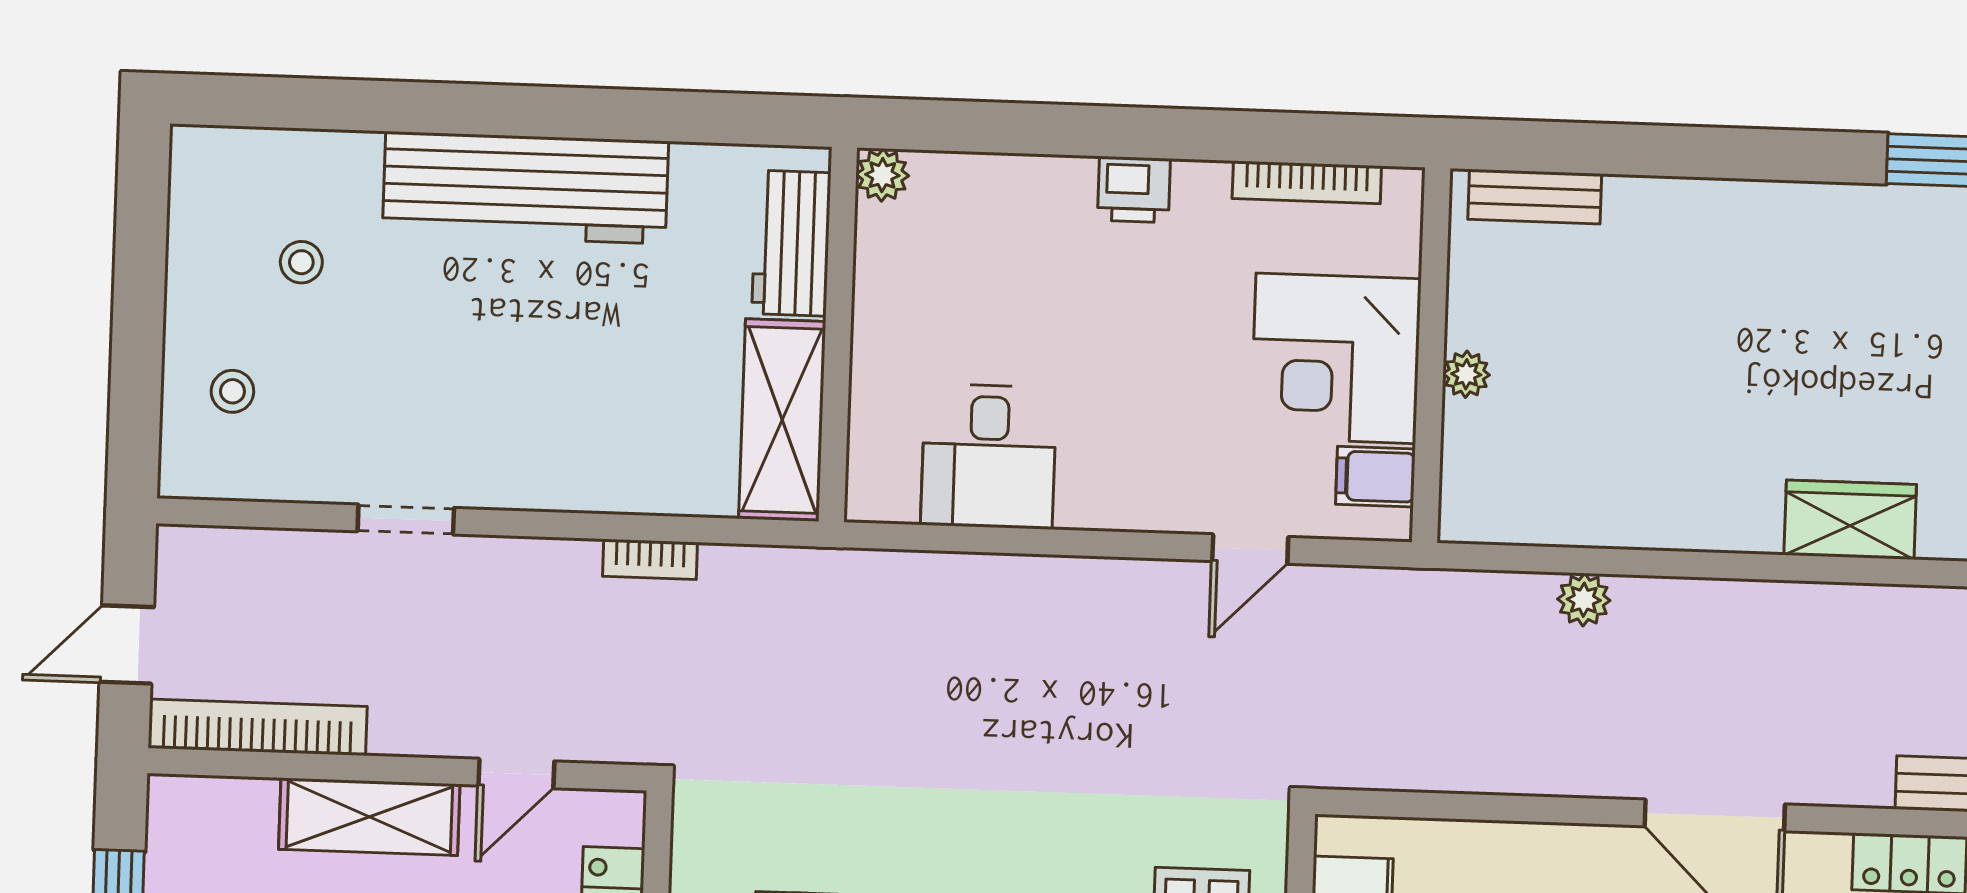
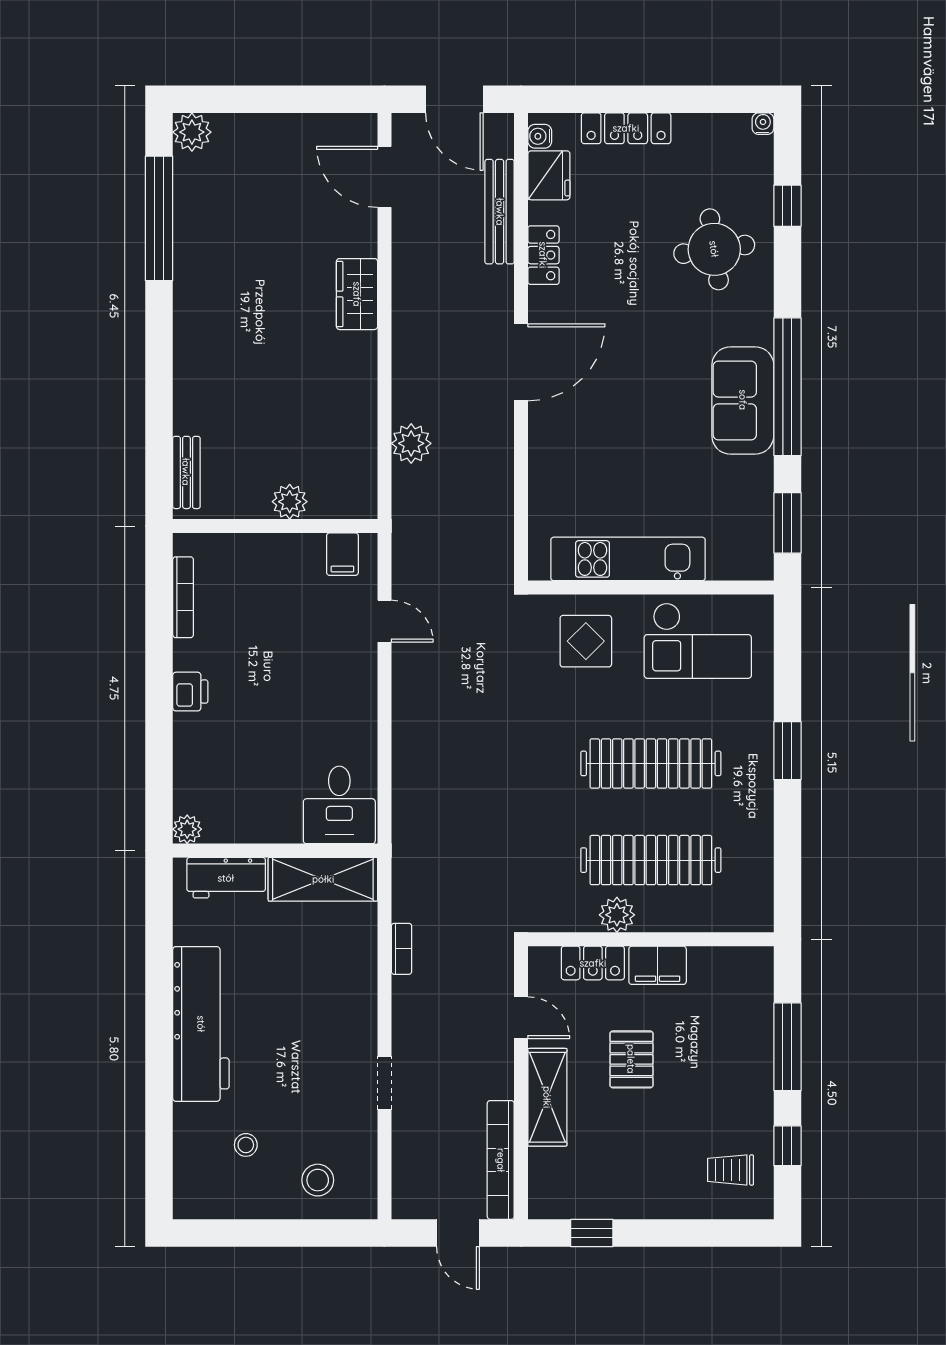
corner desk: (1336, 358) -> (279, 578), removed
plant: (1466, 374) -> (290, 502), width x1.38, depth x1.38
stool: (232, 391) -> (318, 1180), width x1.37, depth x1.37
desk: (989, 456) -> (339, 805), moved, turned 90
plant: (1584, 600) -> (411, 443), width x1.38, depth x1.38

